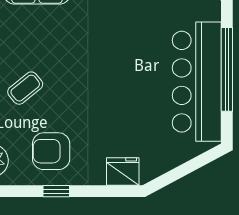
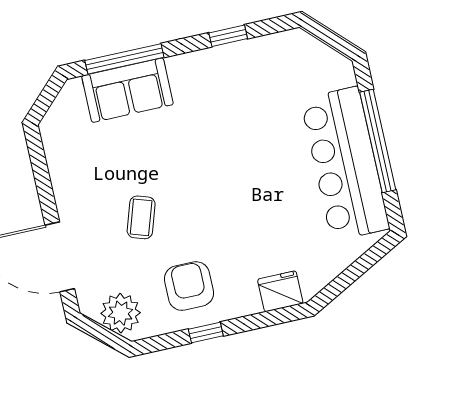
coffee table: (25, 88) -> (141, 217), turned -33
armchair: (51, 151) -> (189, 286), turned 90

